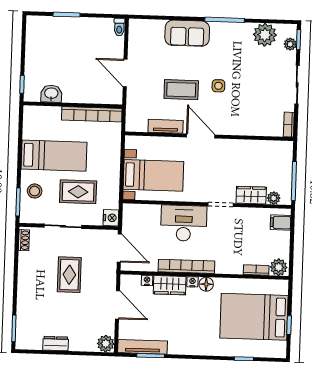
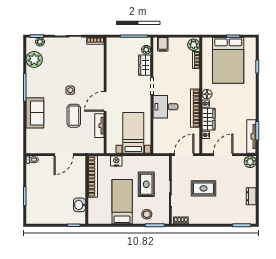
nightstand: (111, 218) -> (116, 161), moved
desk: (184, 223) -> (165, 107), width x0.73

